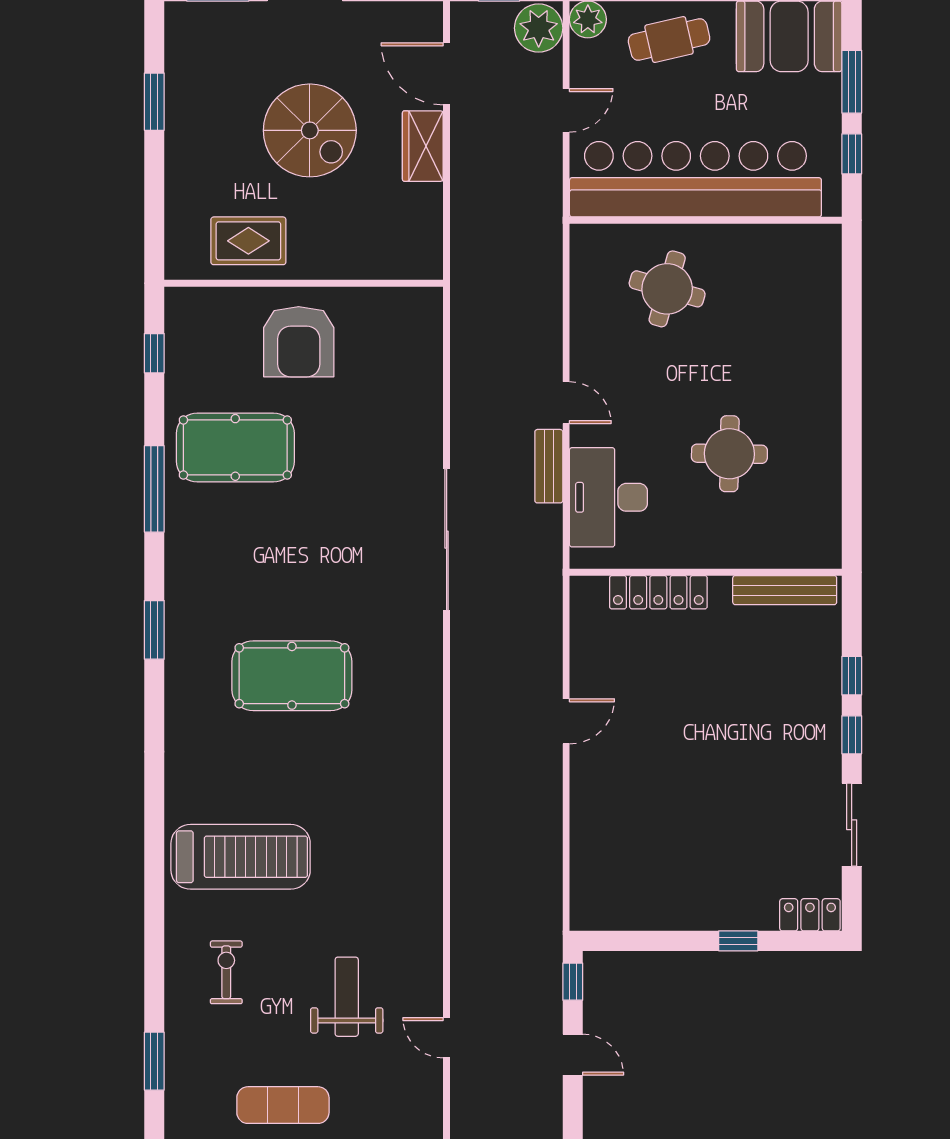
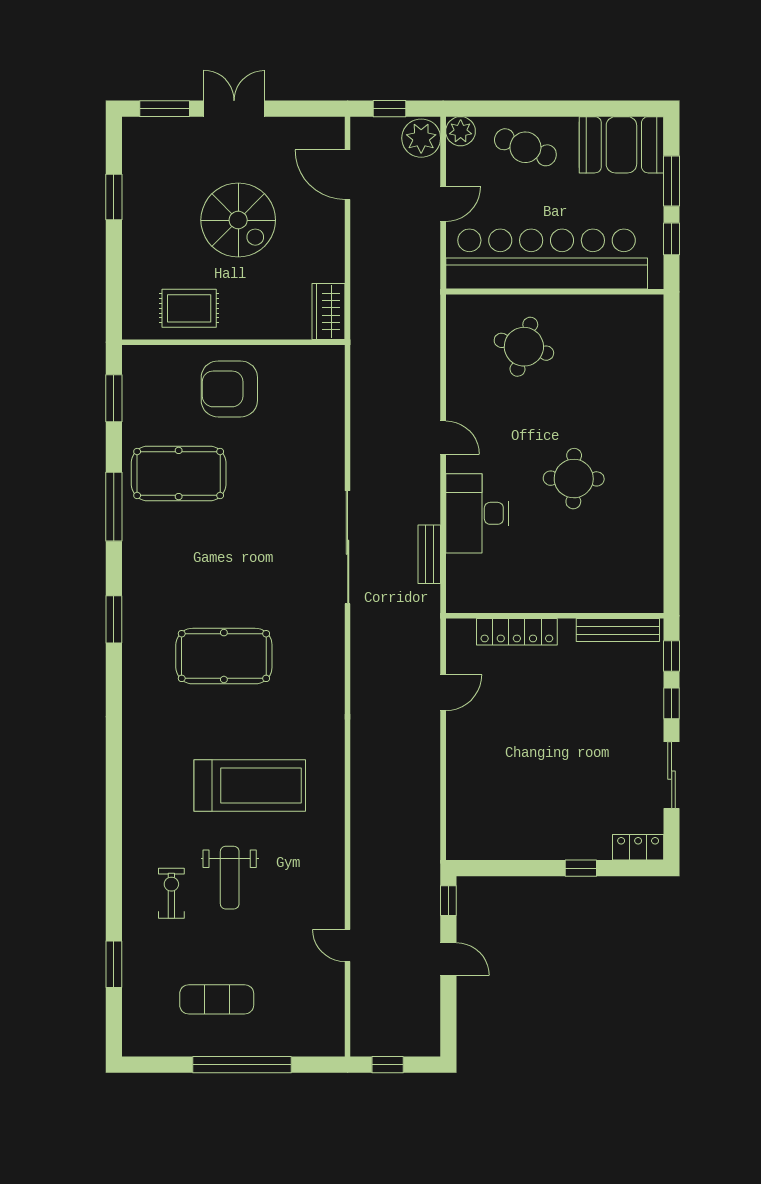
cafe table: (669, 39) -> (525, 147), turned 34
wardrobe: (423, 146) -> (329, 311), moved
armchair: (299, 342) -> (229, 389), turned 90
window: (154, 353) -> (114, 398), width x1.50
bench: (549, 466) -> (429, 554), moved
wall: (706, 572) -> (555, 616), moved
bench: (785, 590) -> (618, 630), moved
locker: (658, 592) -> (517, 632), moved
treadmill: (241, 857) -> (250, 785), moved
weight bench: (347, 997) -> (230, 878), moved, turned 180

